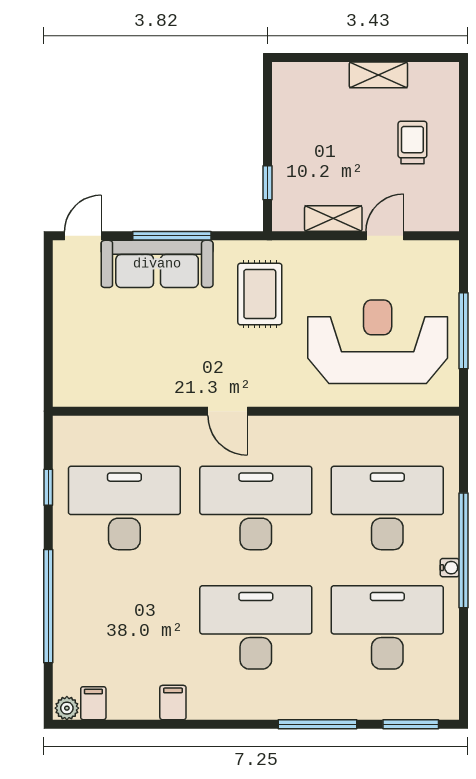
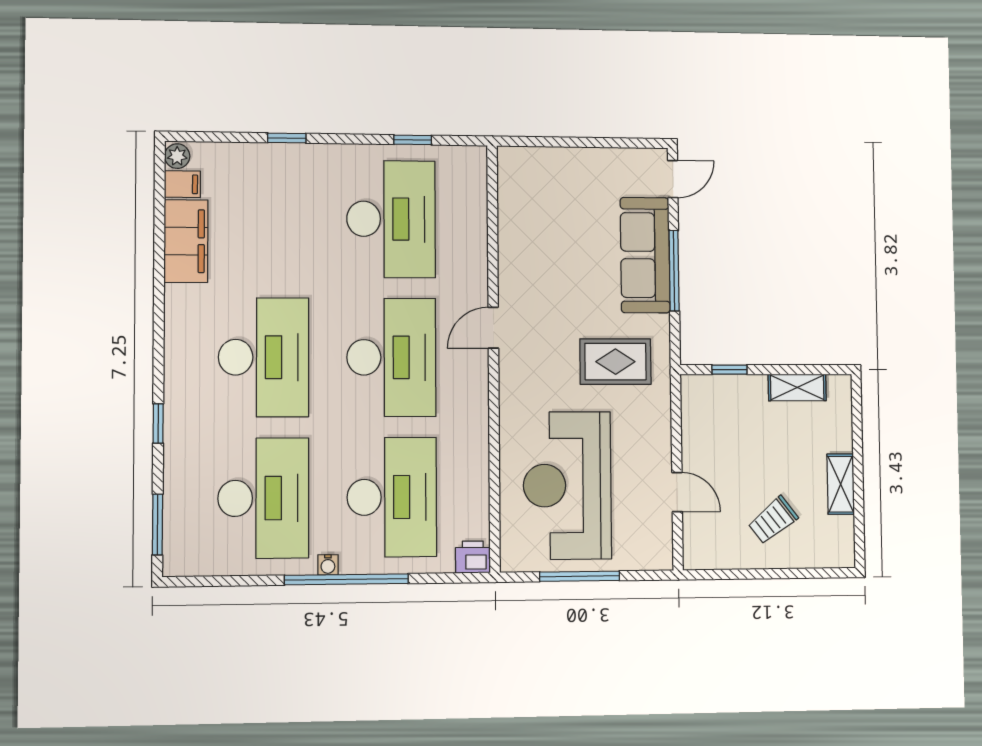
trolley: (412, 143) -> (773, 520), turned 142
shelving: (333, 219) -> (797, 387), moved, turned 90
door: (83, 236) -> (673, 179), hinge flipped
reception desk: (378, 342) -> (567, 485), turned 180
printer: (444, 432) -> (473, 557), added
window: (48, 606) -> (287, 138), width x0.32
filing cabinet: (173, 703) -> (186, 241), width x3.00, depth x1.17
window: (318, 724) -> (158, 424), width x0.46

